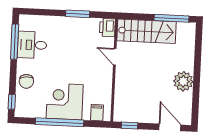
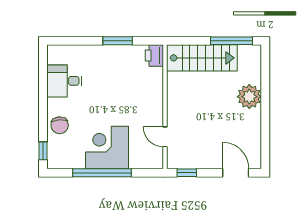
window: (15, 42) -> (43, 78), removed
door: (115, 57) -> (165, 137), moved
plant: (183, 81) -> (249, 97), moved
filing cabinet: (97, 113) -> (147, 159), removed

